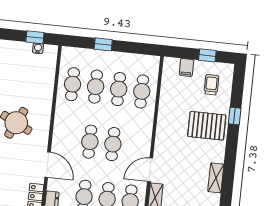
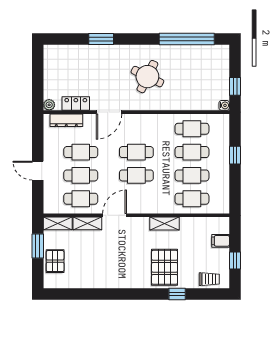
water cooler: (38, 48) -> (224, 105), moved
trolley: (211, 85) -> (209, 279), moved
door: (150, 170) -> (115, 215), hinge flipped
shelving: (216, 178) -> (164, 224), moved

